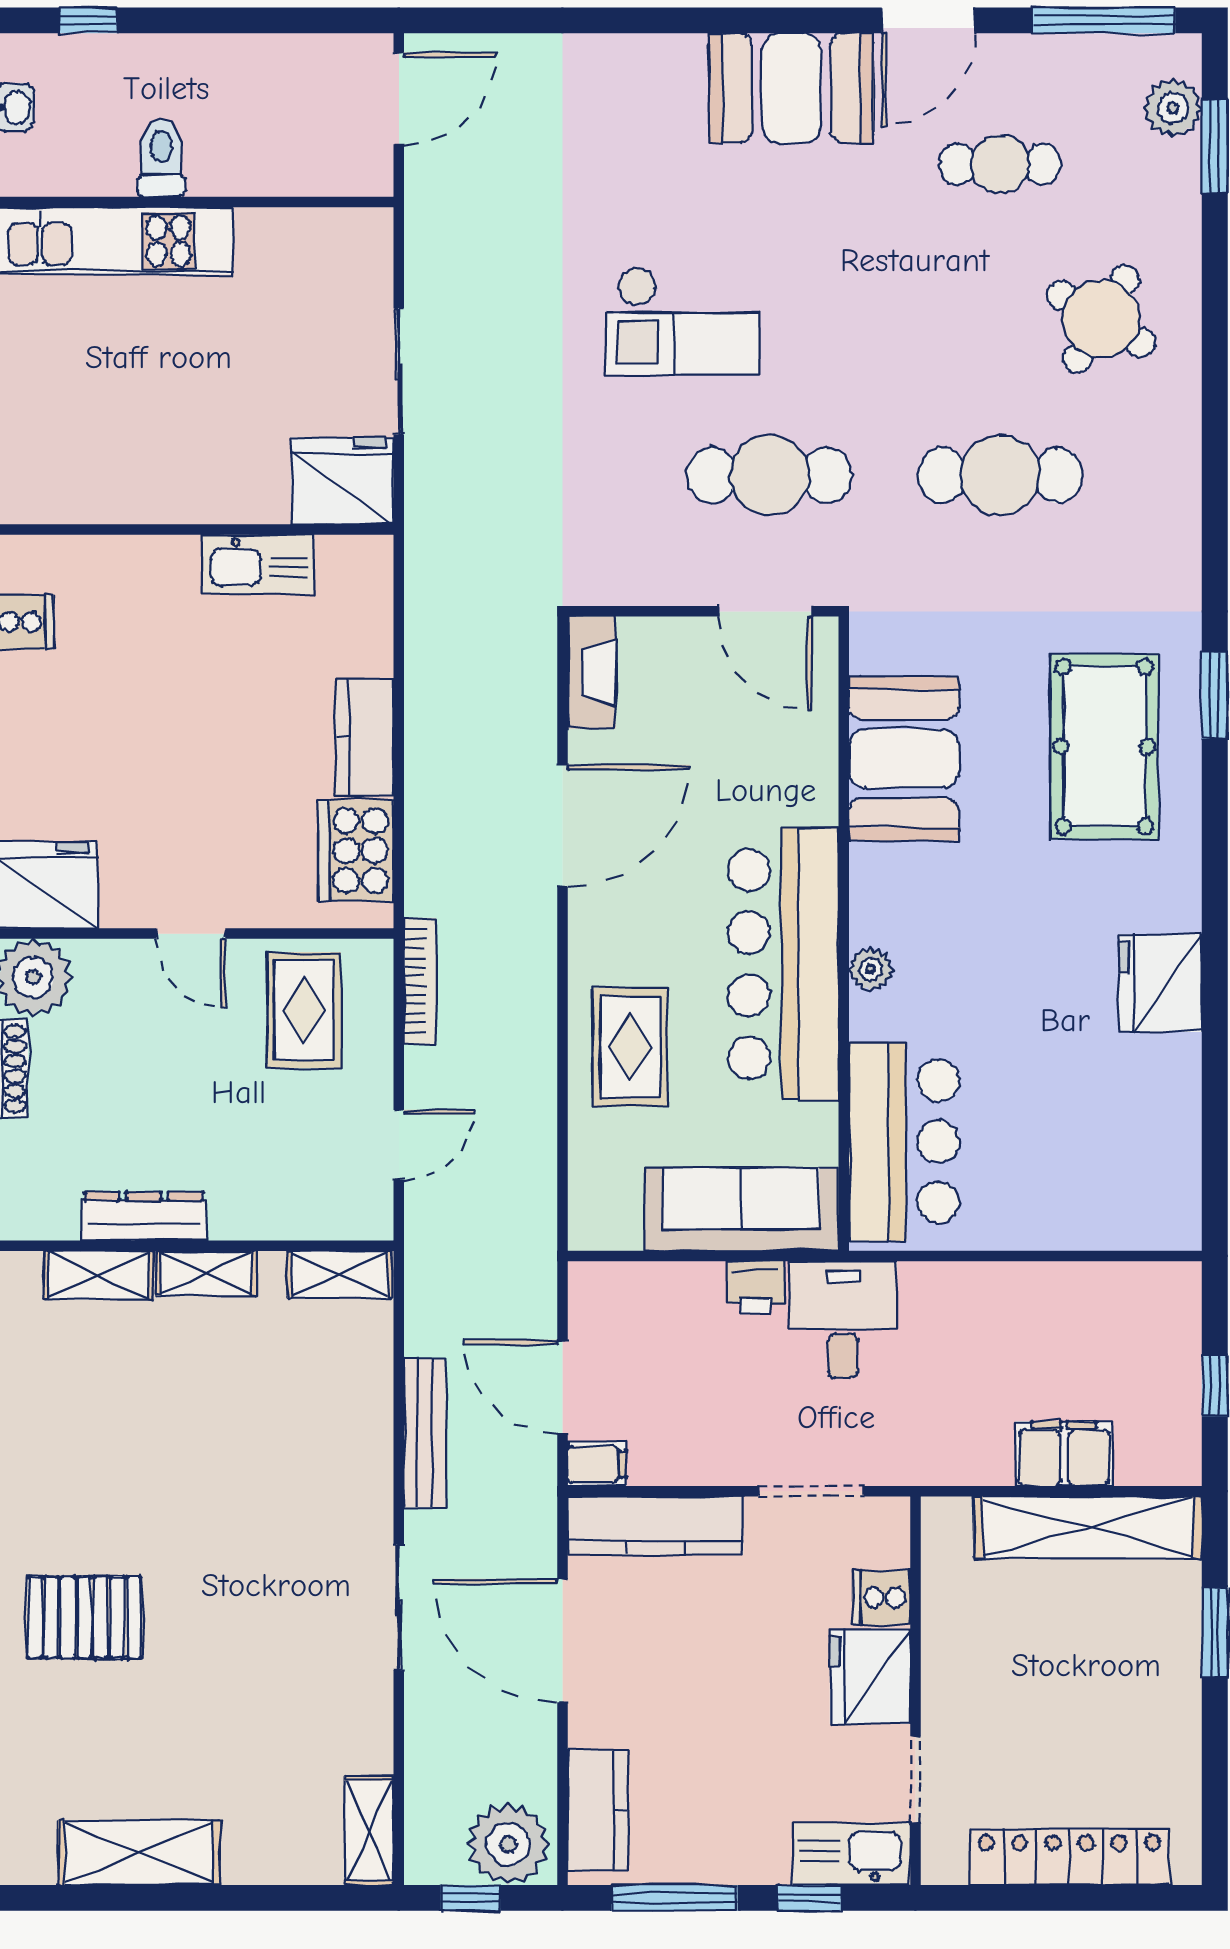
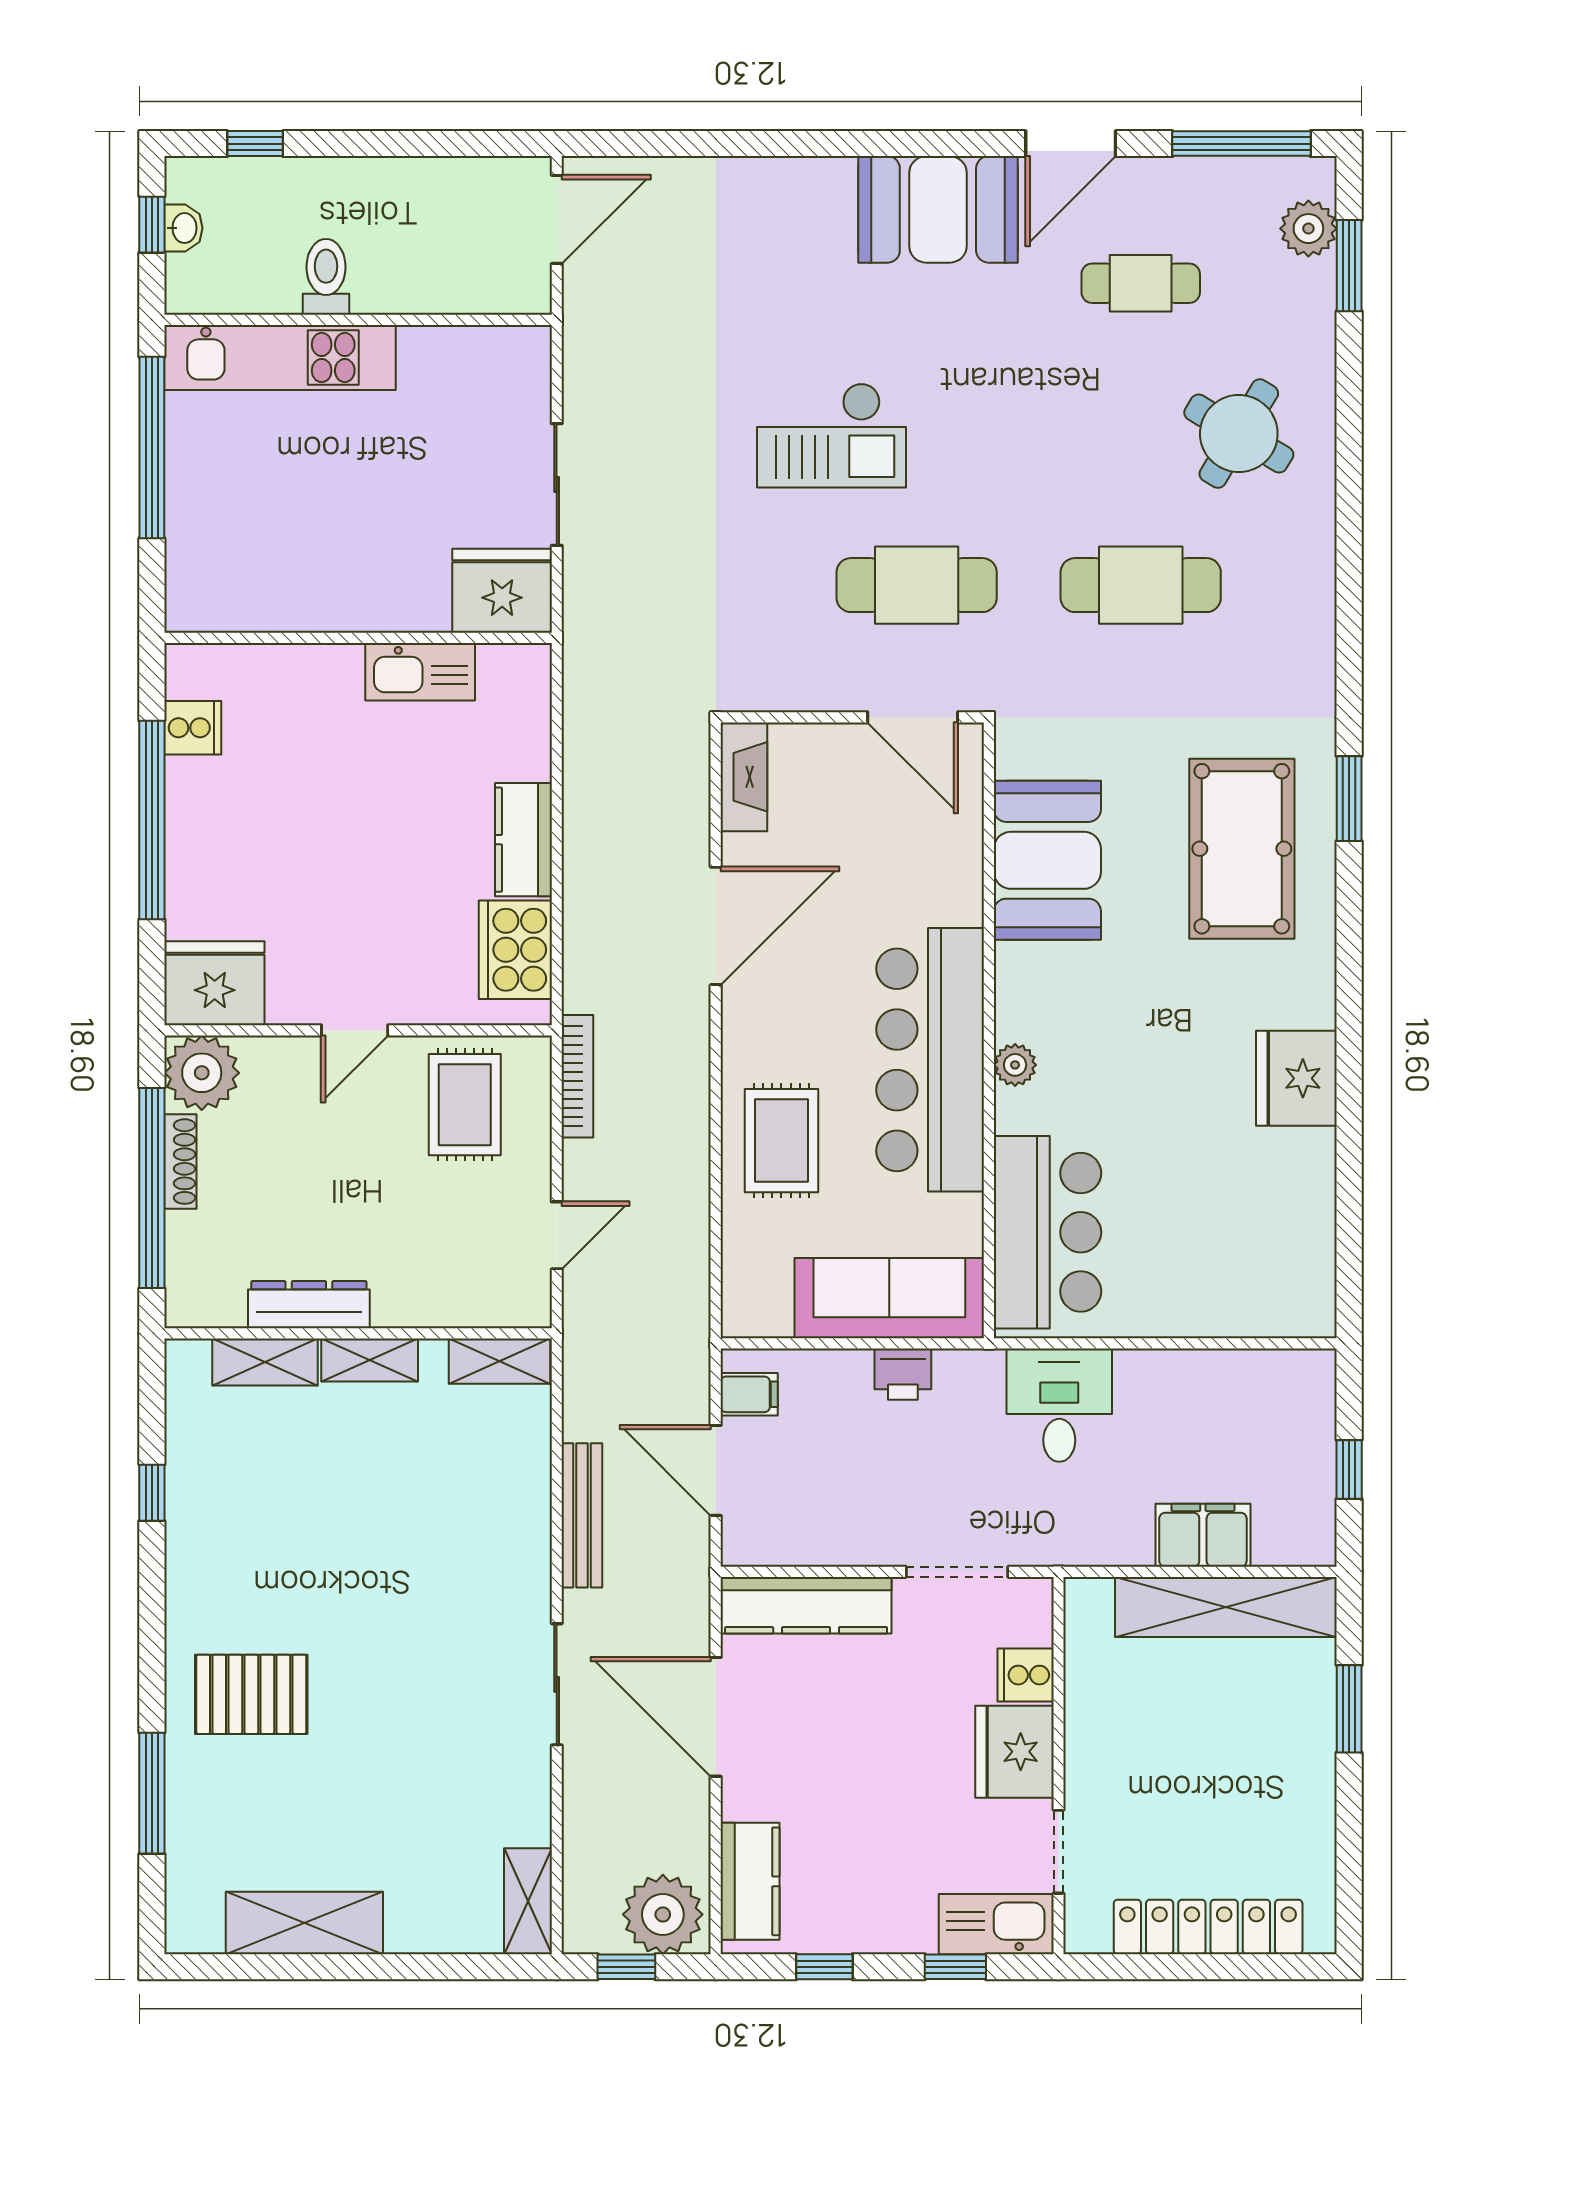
door: (191, 934) -> (355, 1030), hinge flipped
desk: (843, 1320) -> (1059, 1405), moved
filing cabinet: (597, 1464) -> (749, 1394), moved
window: (674, 1898) -> (824, 1967), width x0.46

